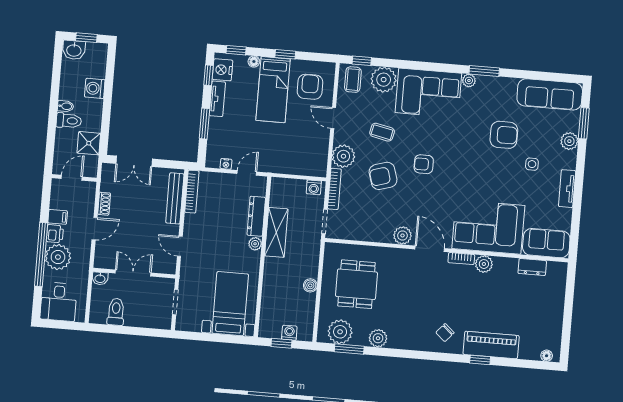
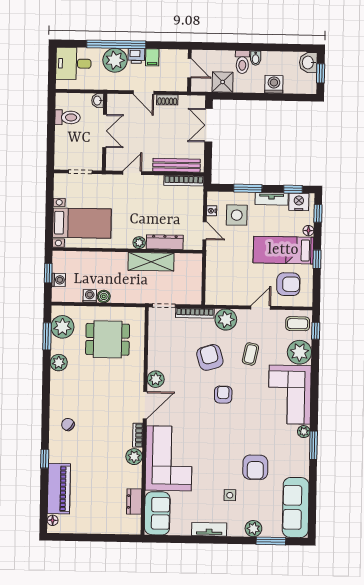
side table: (232, 137) -> (237, 215), added
washing machine: (314, 187) -> (90, 296), moved, turned 90
piano: (491, 345) -> (59, 489), moved

